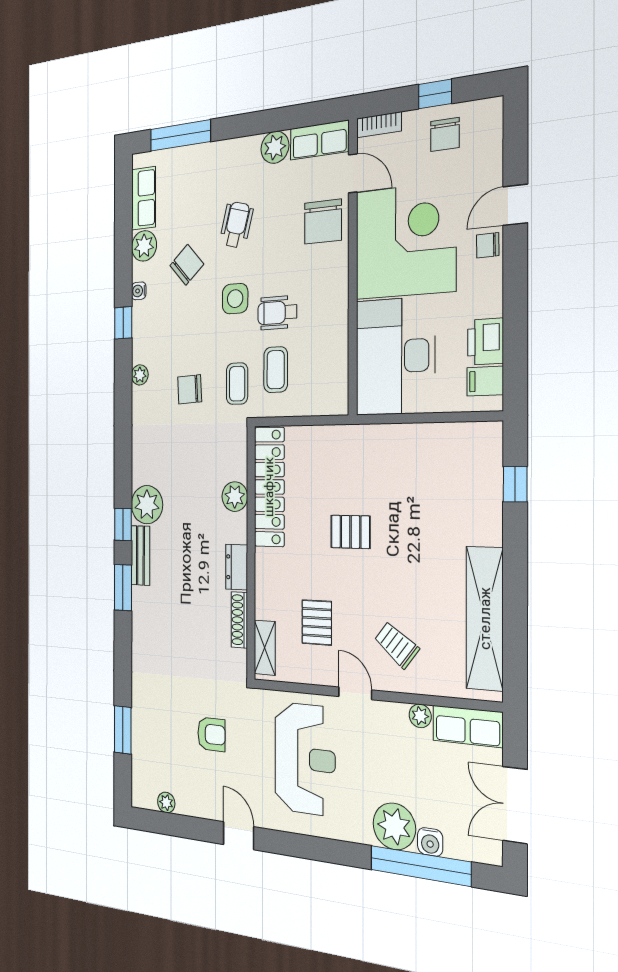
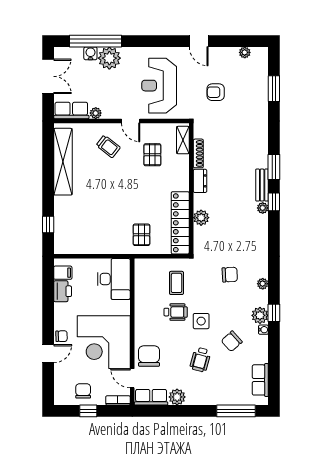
plant: (144, 246) -> (260, 315), moved
desk: (395, 356) -> (114, 279), width x0.73, depth x0.77
coffee table: (237, 384) -> (200, 277), removed
plant: (147, 505) -> (263, 208), width x0.53, depth x0.53
pallet: (351, 532) -> (141, 235), moved, turned 90

